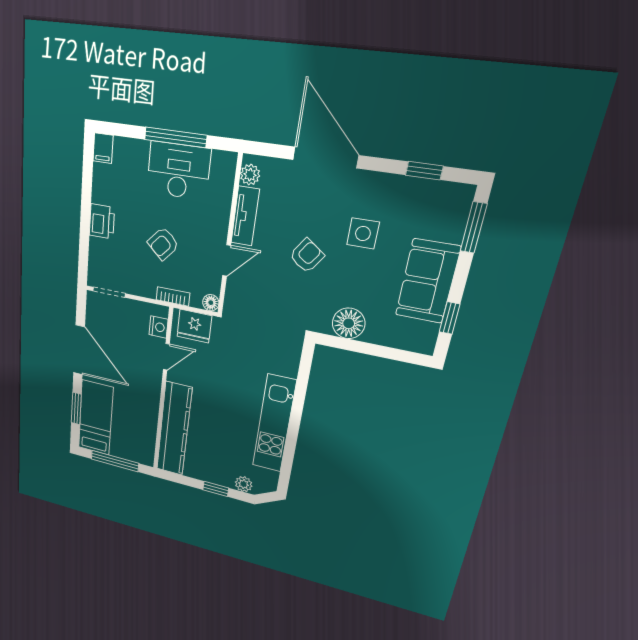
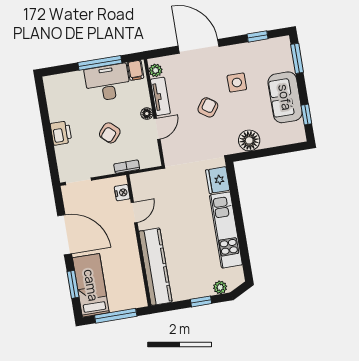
filing cabinet: (103, 148) -> (135, 70), moved
floor lamp: (211, 303) -> (147, 114), moved
fridge: (194, 326) -> (218, 180), moved, turned 90

